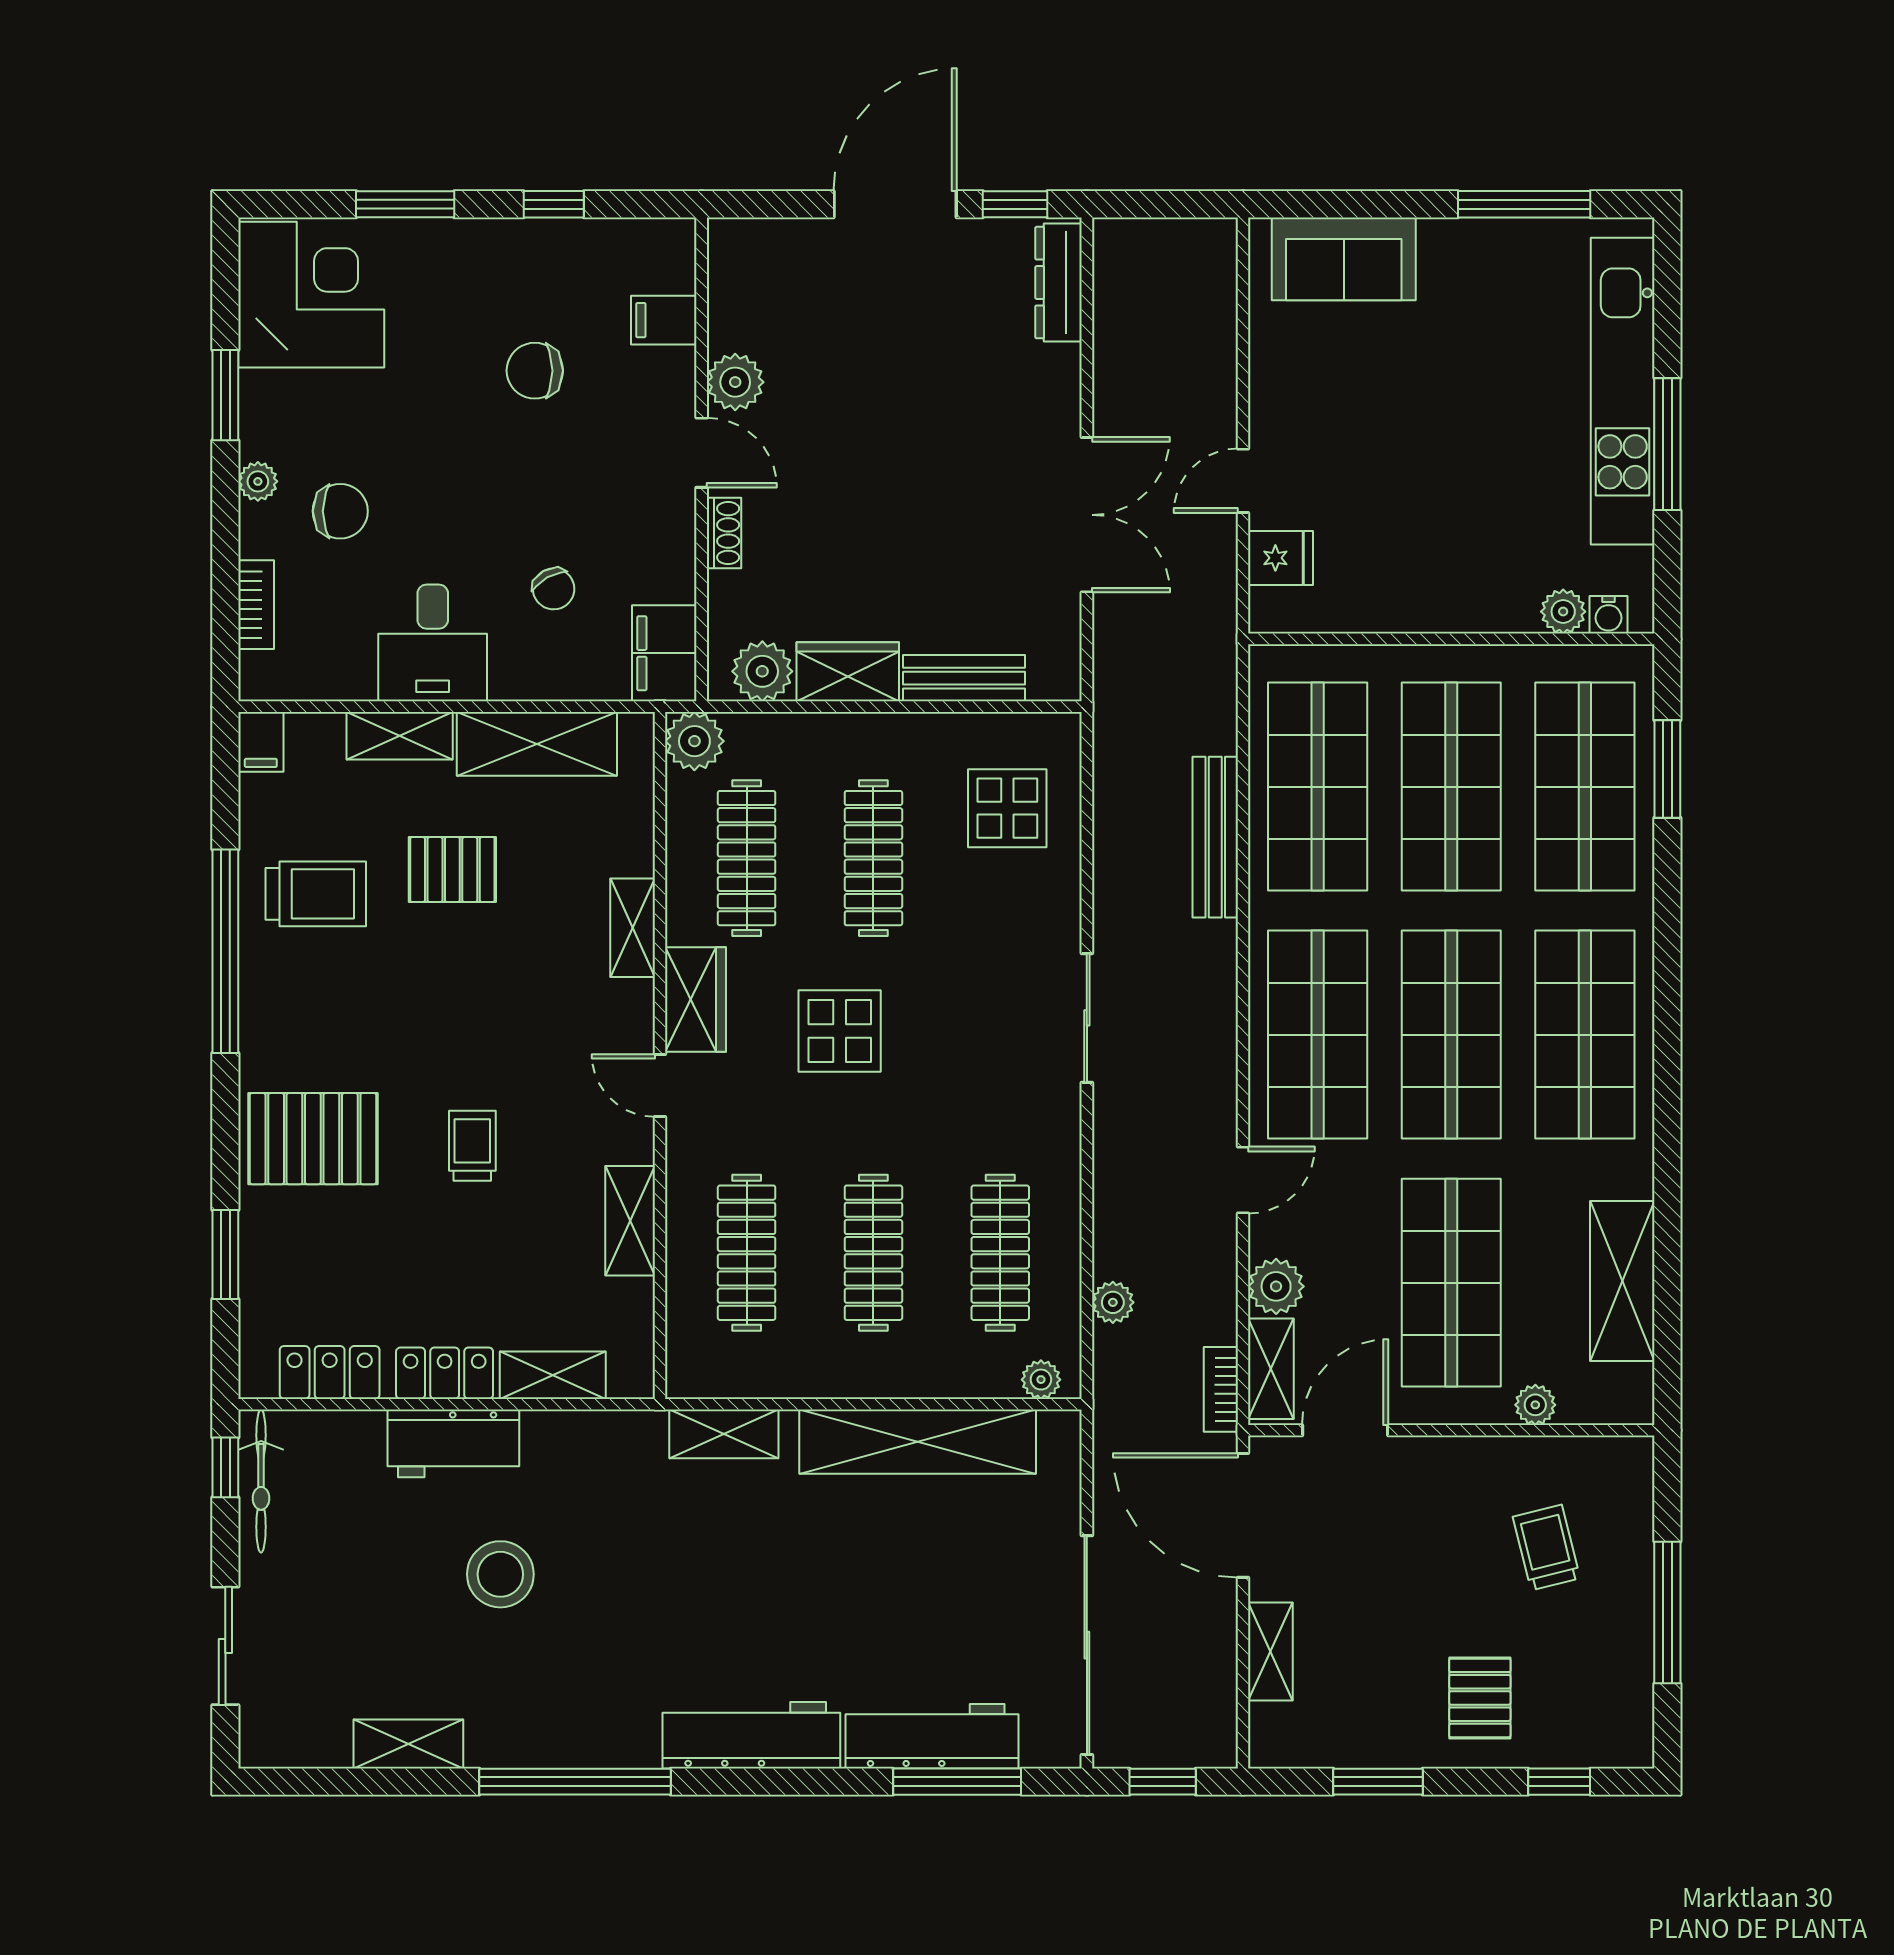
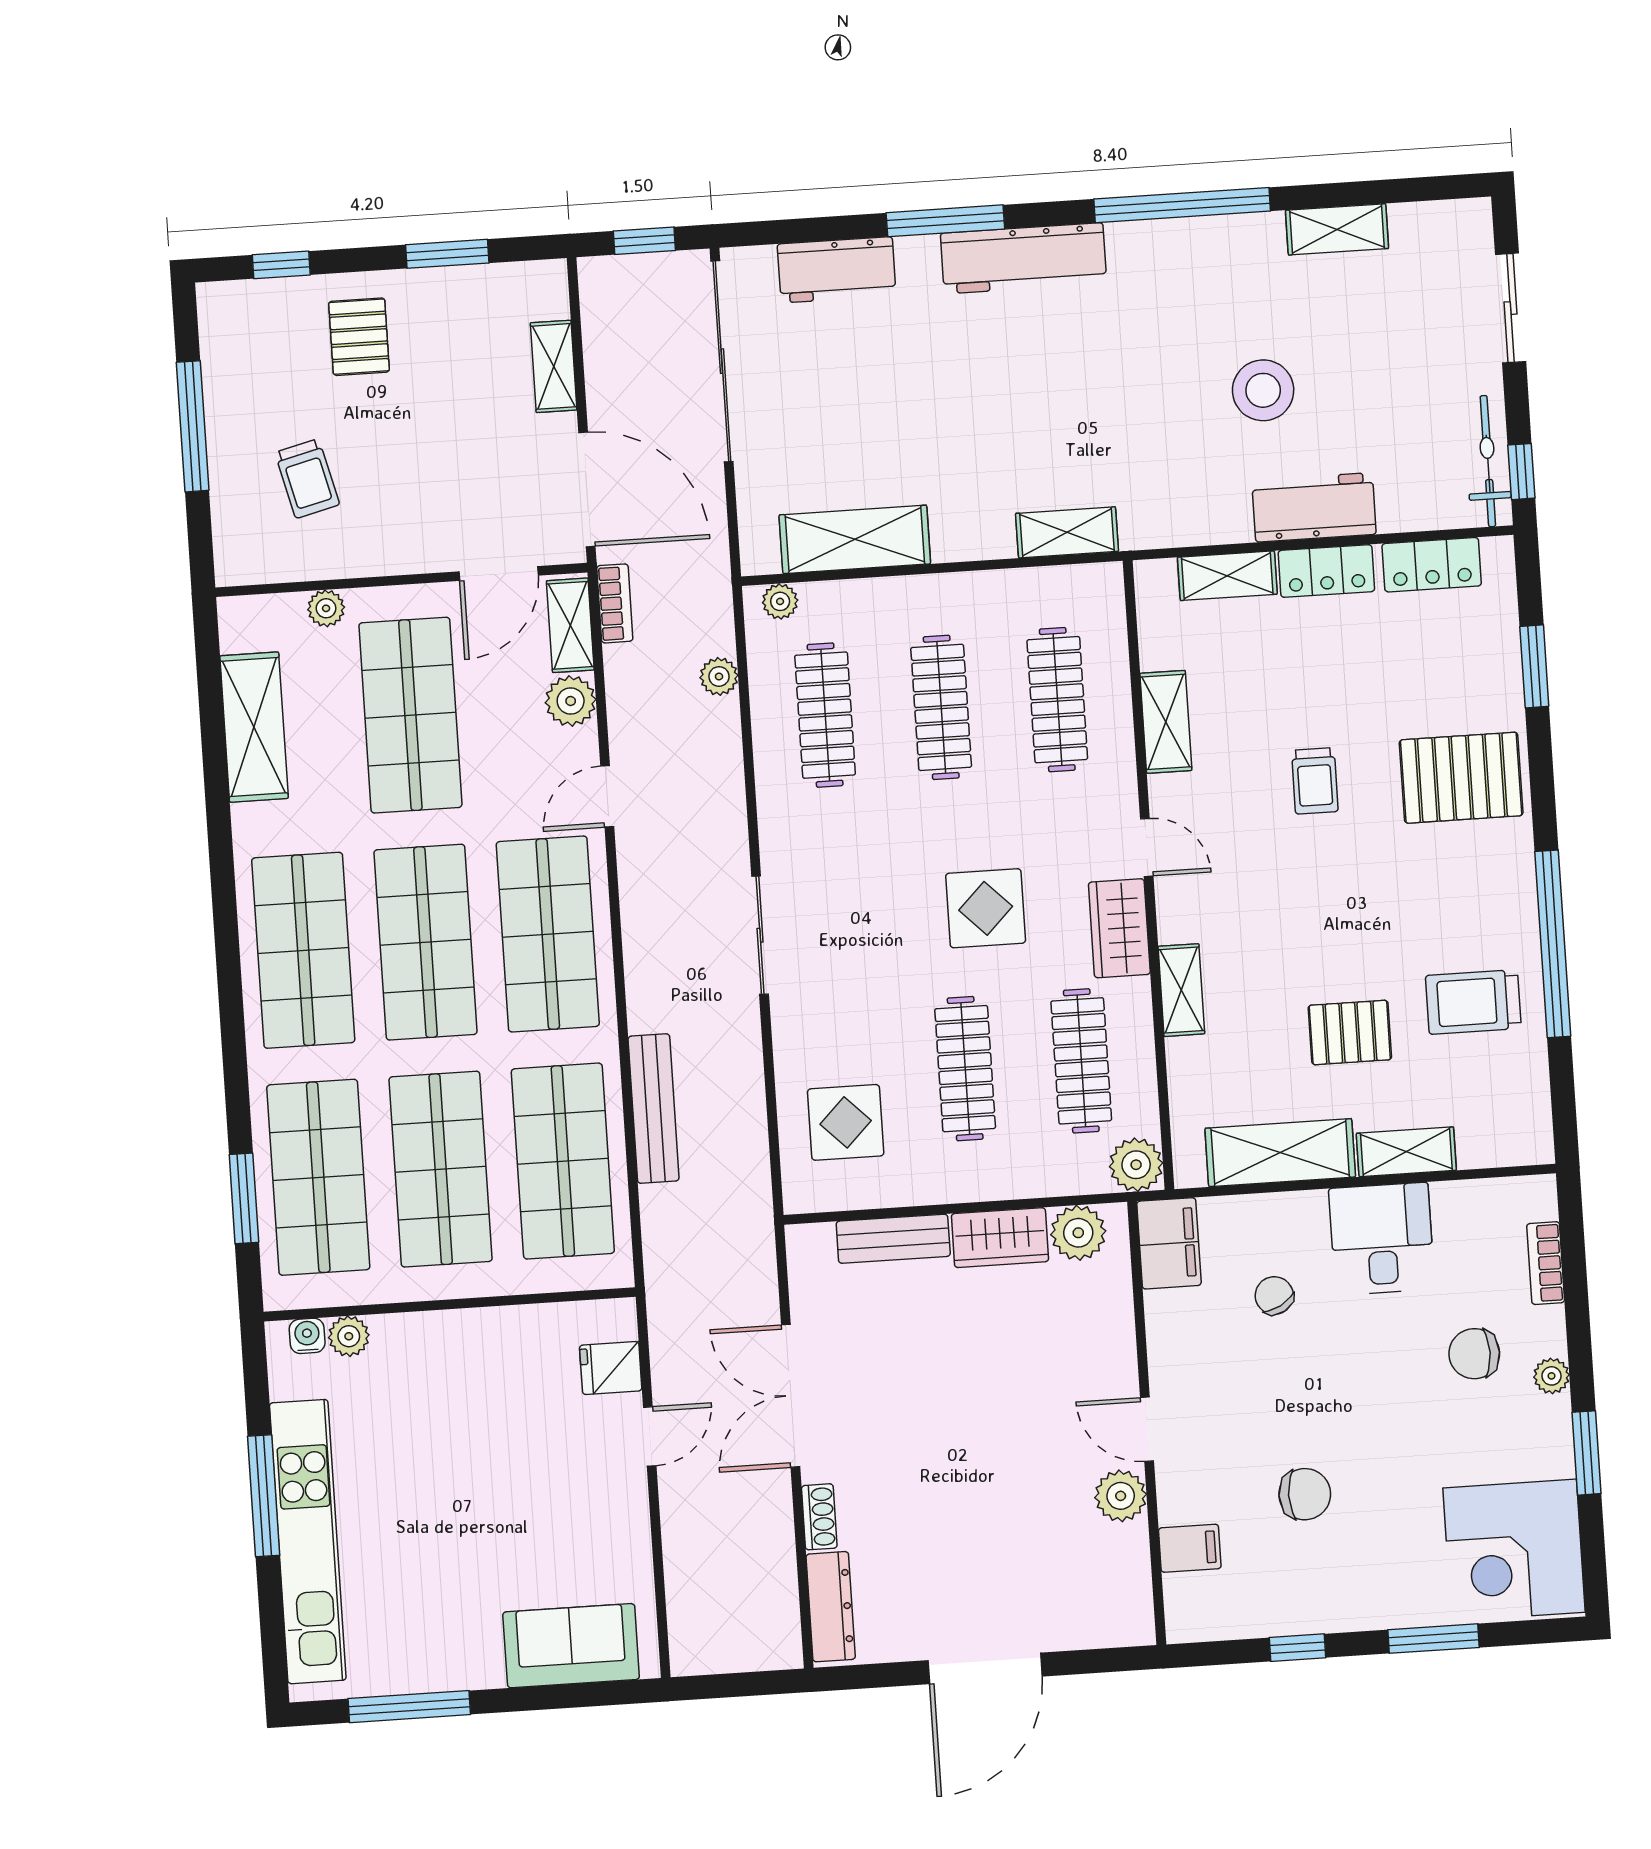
window: (1015, 204) -> (875, 1676), removed
shoe rack: (724, 533) -> (819, 1517), moved, turned 180
filing cabinet: (261, 742) -> (1533, 1138), removed
shelving: (918, 1442) -> (855, 539), width x0.68
workbench: (932, 1736) -> (837, 270), width x0.73
window: (957, 1782) -> (945, 221), moved

